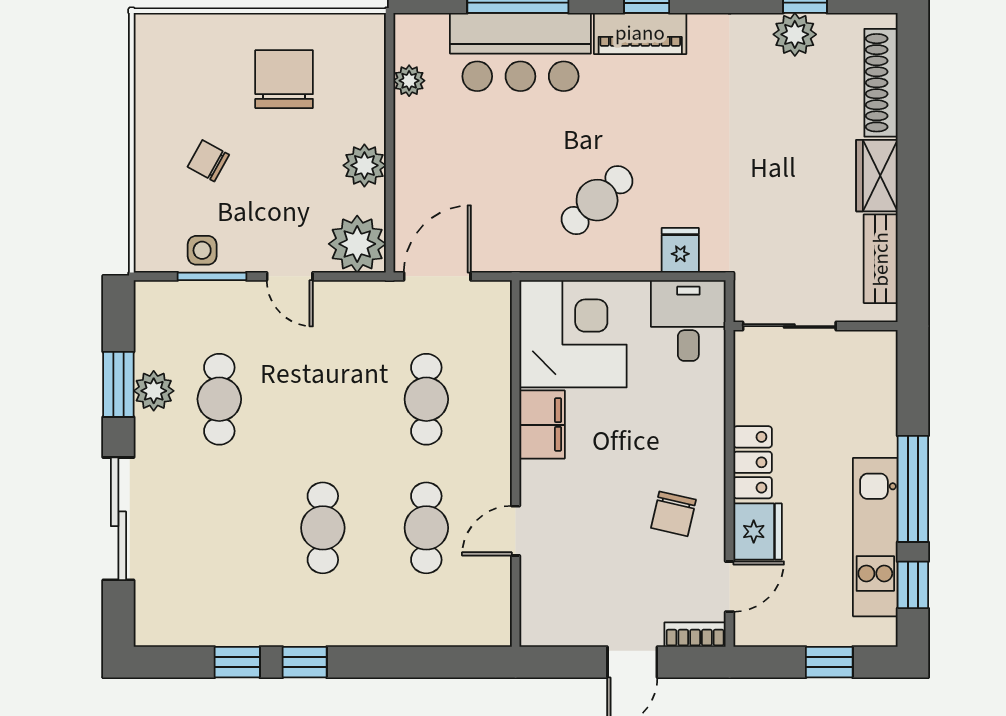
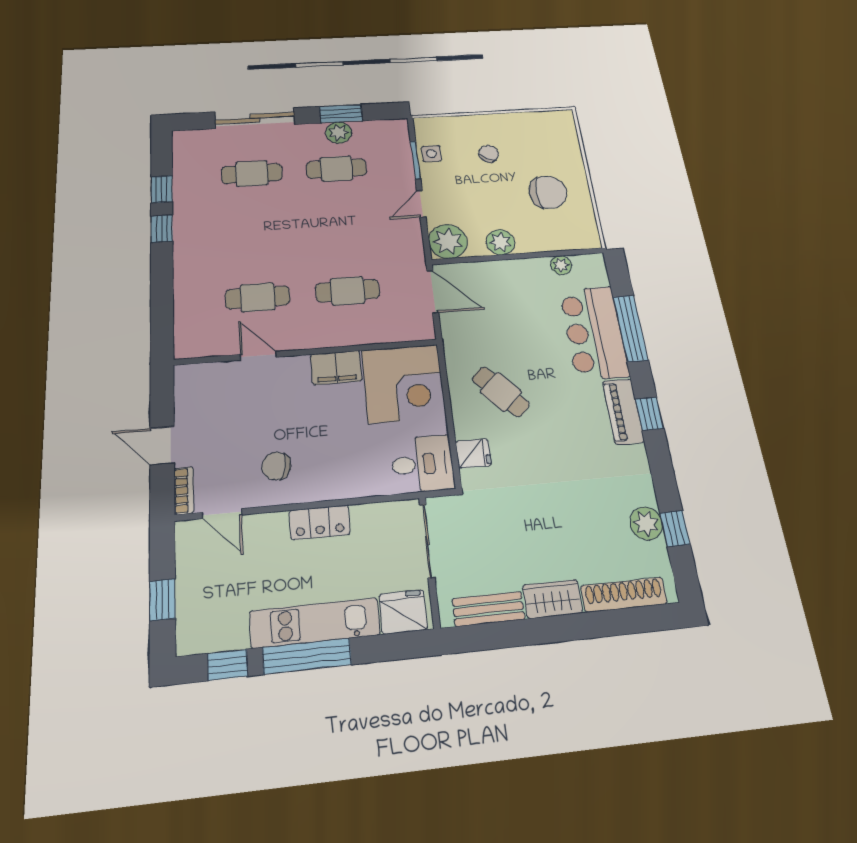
cafe table: (323, 528) -> (252, 174), moved
fridge: (758, 532) -> (403, 612), moved, turned 180
kitchen unit: (875, 537) -> (315, 623), moved

